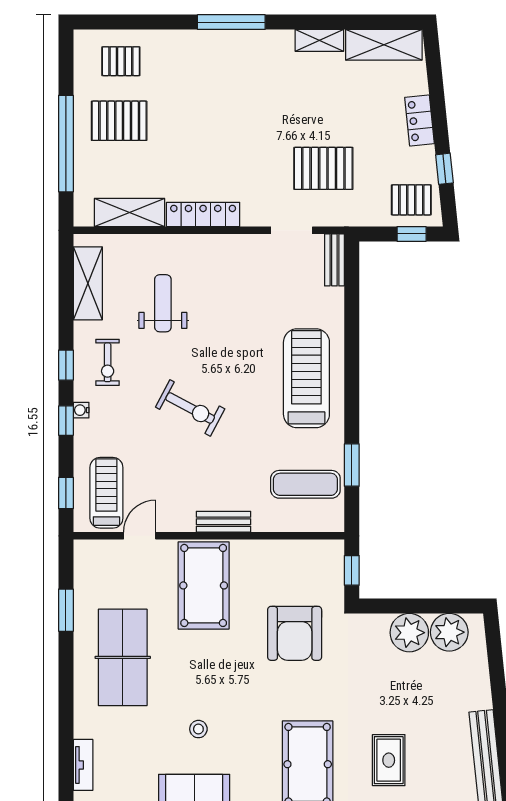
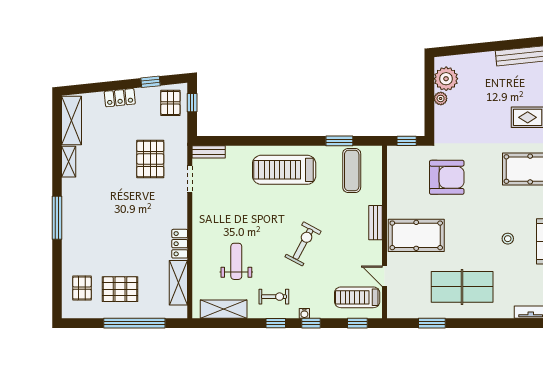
pallet: (119, 121) -> (120, 289), turned 90
locker: (203, 214) -> (180, 244), width x0.66
weight bench: (163, 303) -> (236, 261), turned 90
plant: (409, 633) -> (441, 98), width x0.53, depth x0.53

